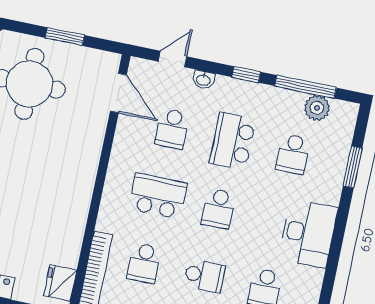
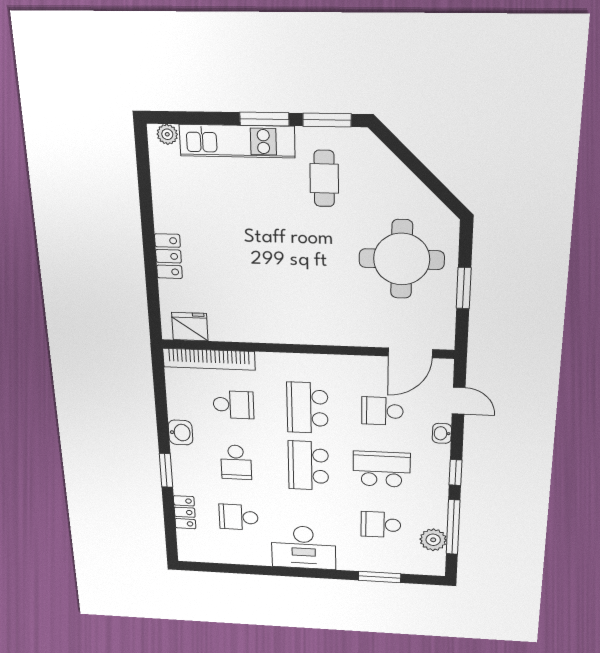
school desk: (158, 196) -> (307, 408), turned 180
school desk: (218, 209) -> (308, 466), width x1.85
school desk: (144, 263) -> (233, 405), turned 180

